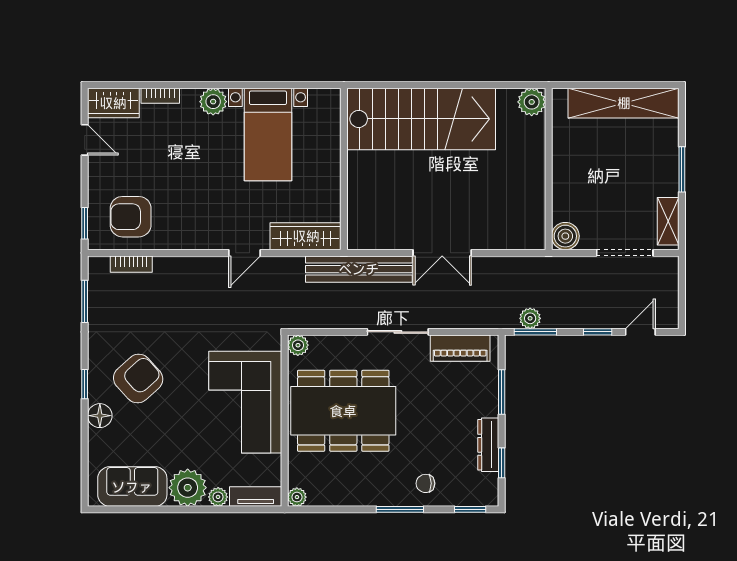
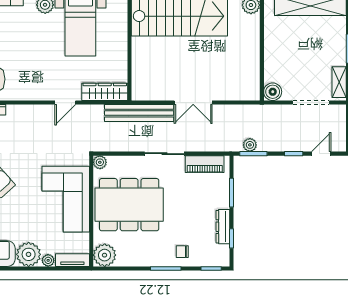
plant: (297, 497) -> (105, 255), width x1.88, depth x1.88

